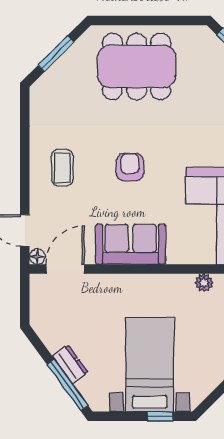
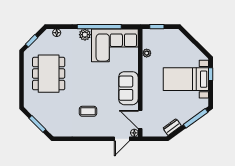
dining table: (137, 67) -> (49, 74), moved
armchair: (130, 167) -> (92, 88), removed
coffee table: (62, 168) -> (88, 111), moved
dresser: (70, 364) -> (172, 127), moved

